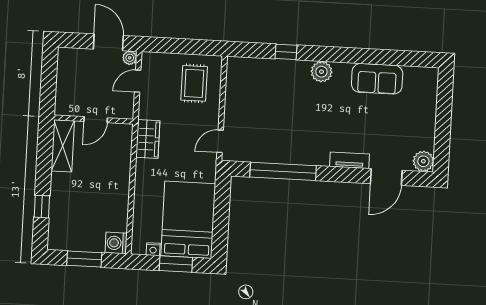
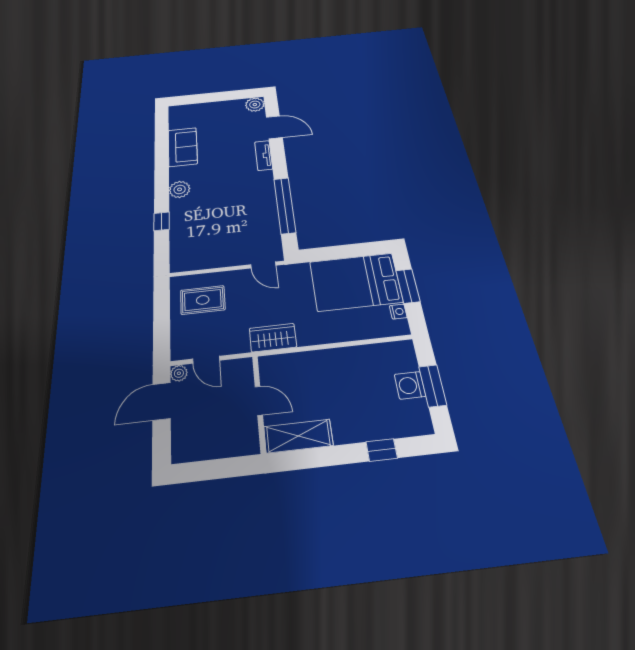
washing machine: (116, 243) -> (410, 385), moved, turned 90

